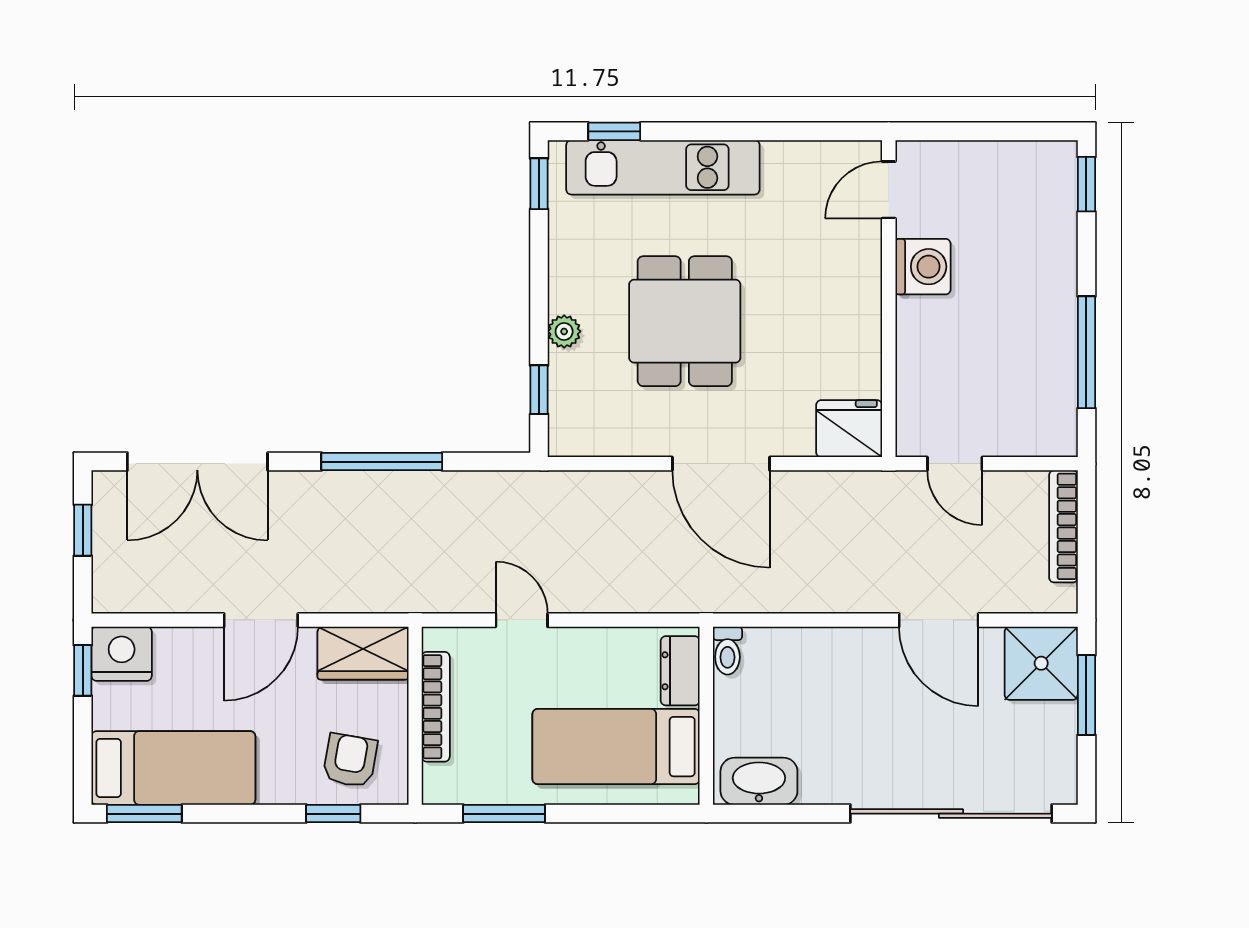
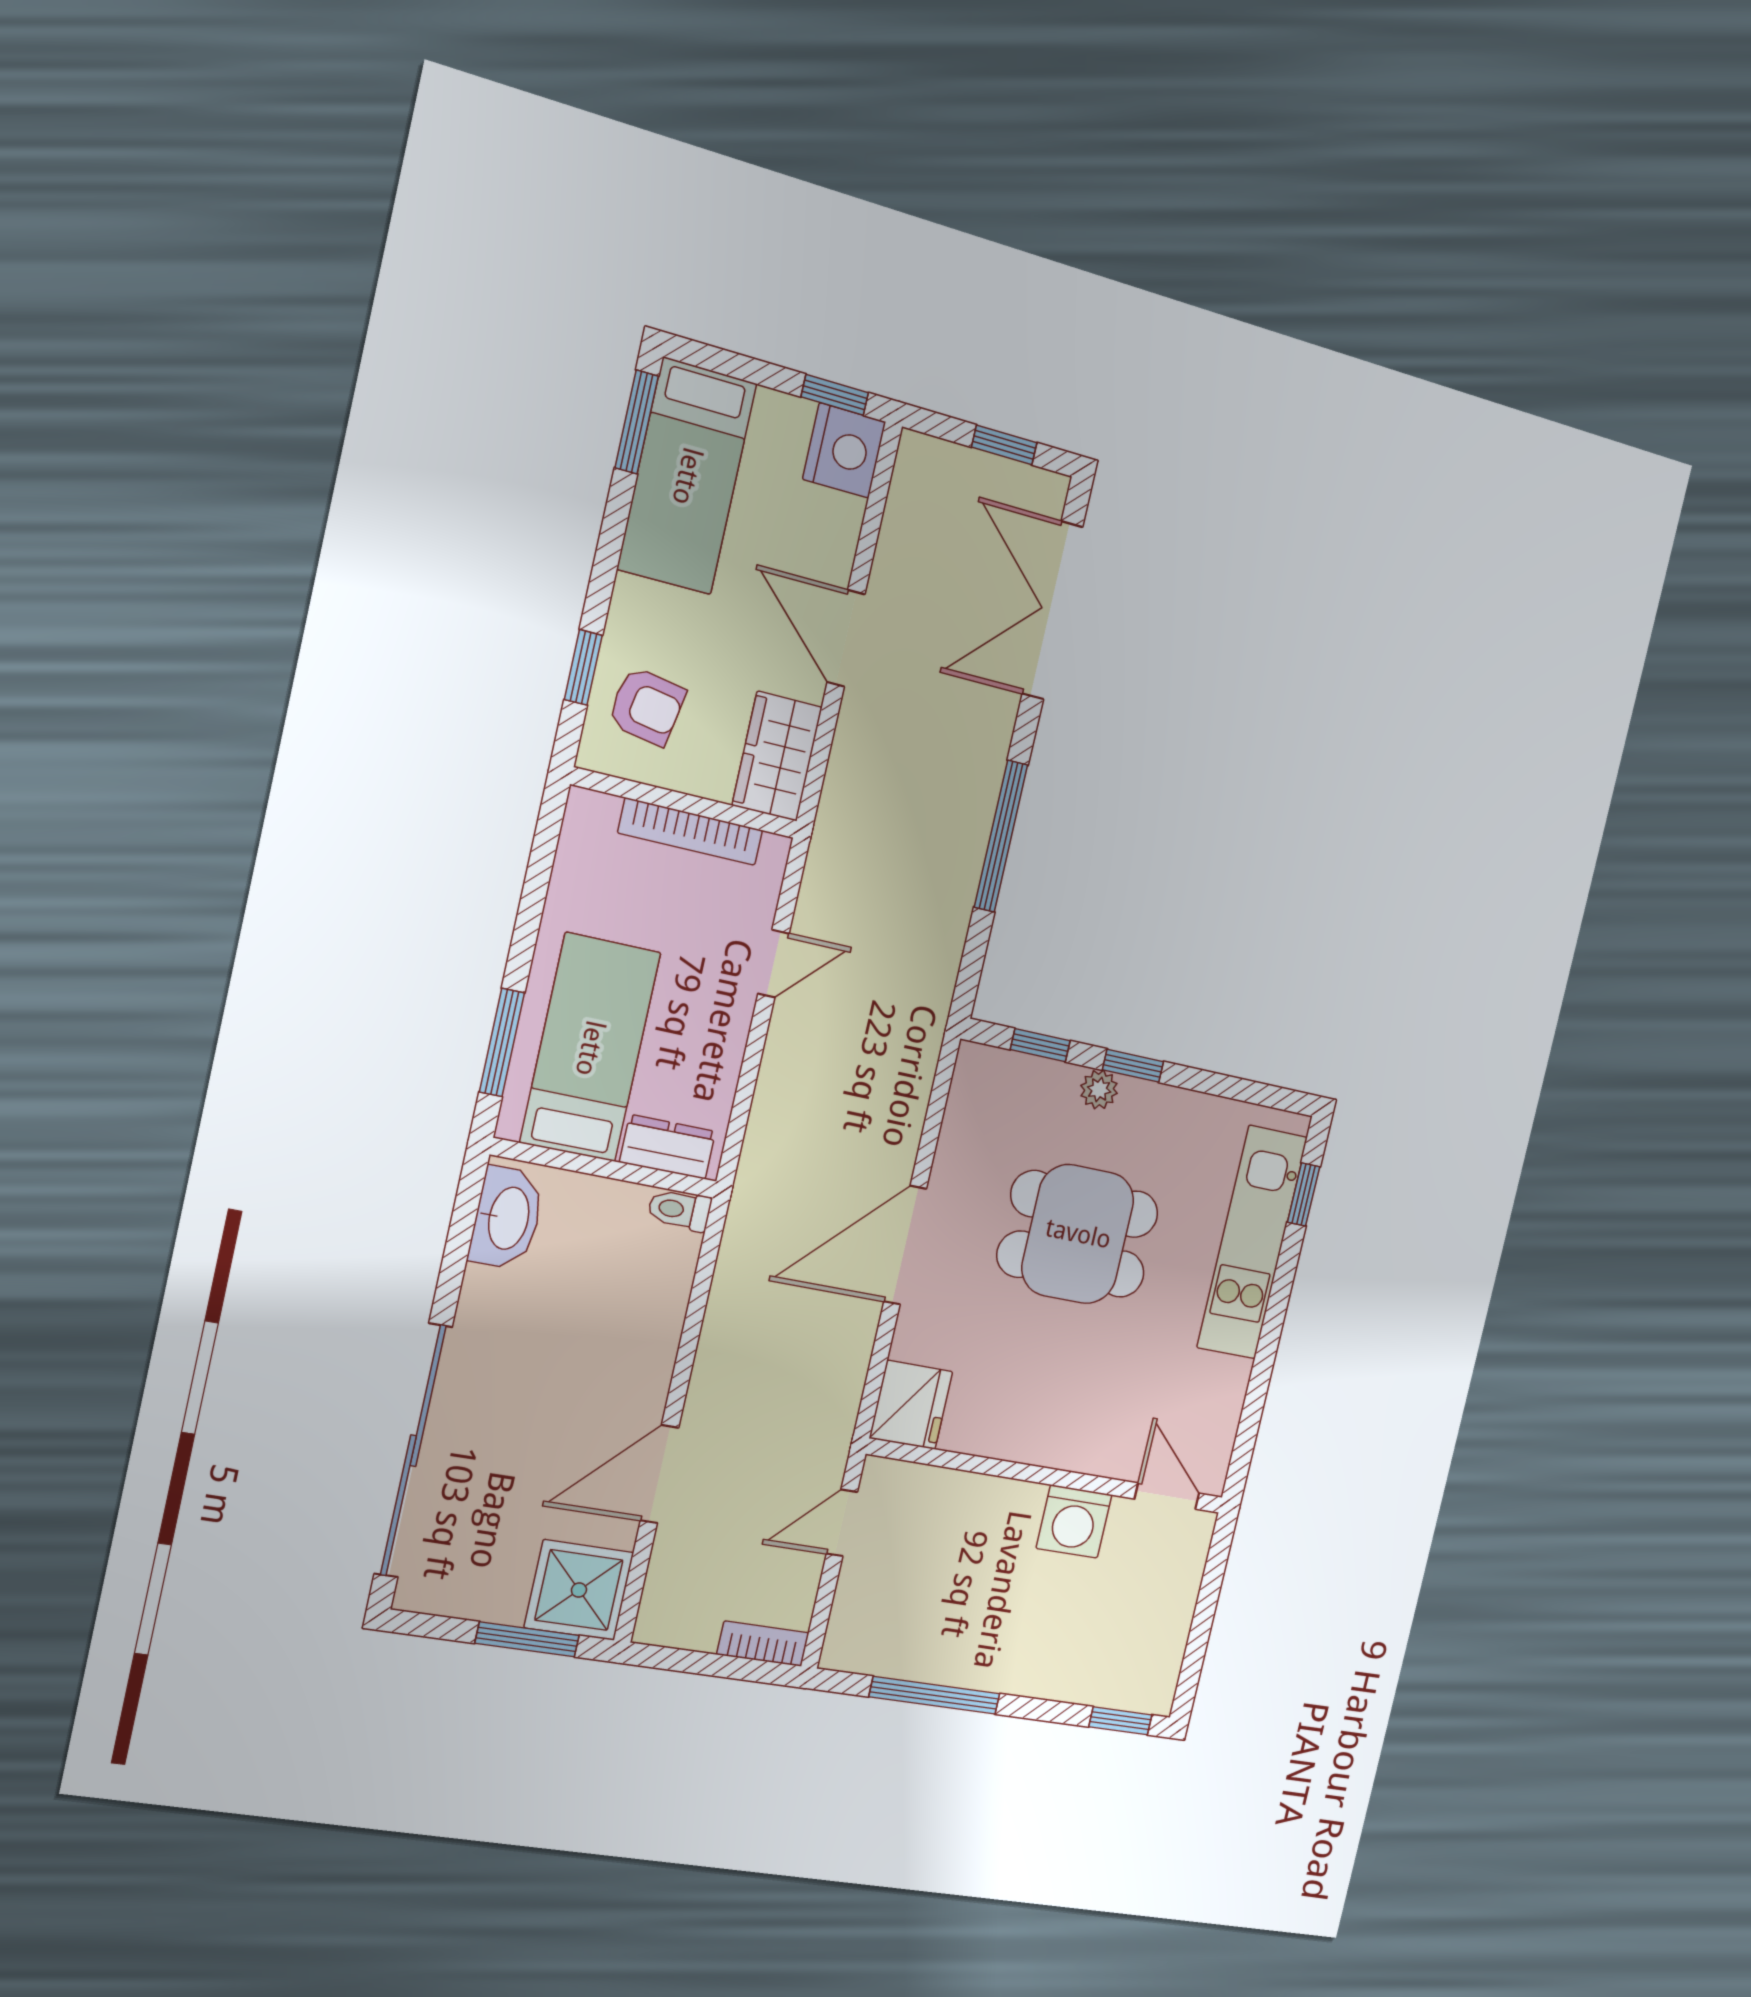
window: (539, 184) -> (1133, 1066), moved
bookcase: (1063, 526) -> (763, 1644), width x0.64
window: (504, 814) -> (502, 1043), moved

